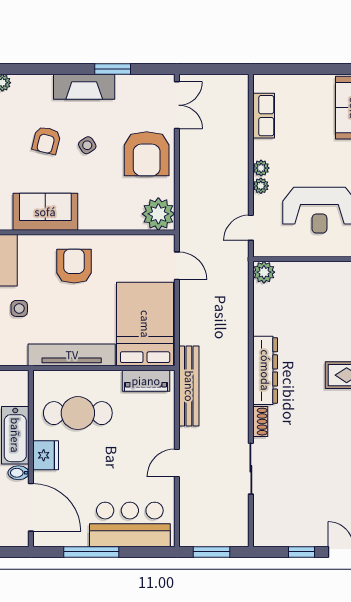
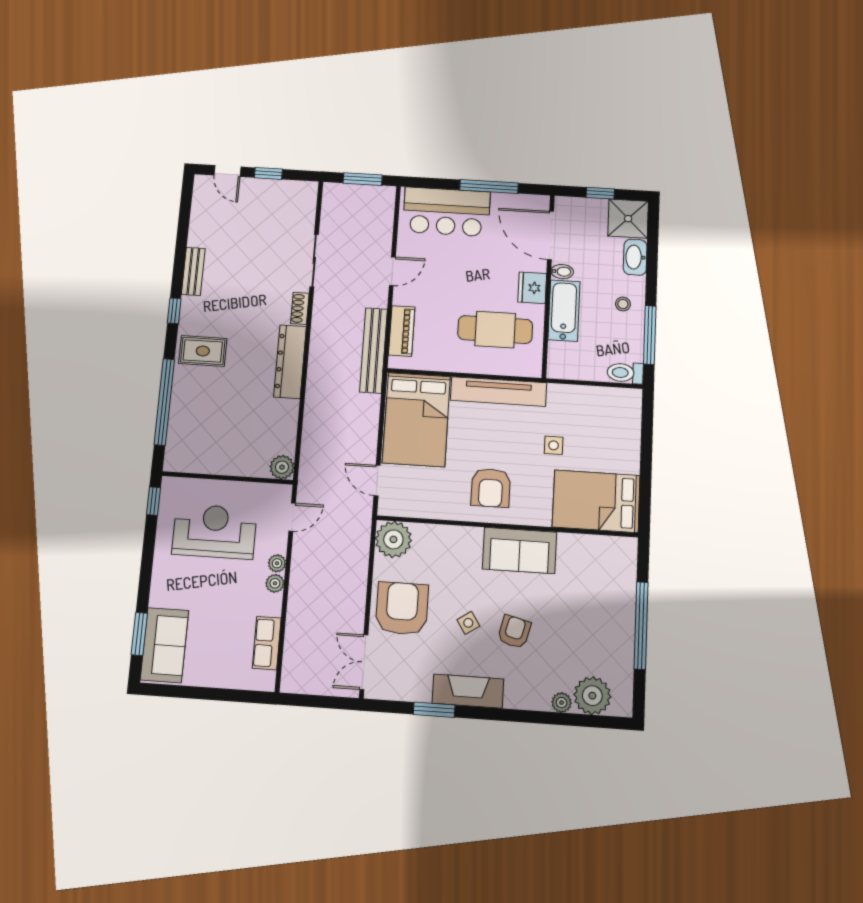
piano: (146, 381) -> (402, 331), moved, turned 90

